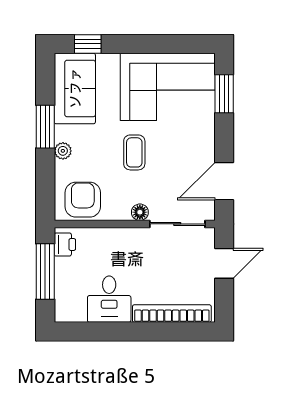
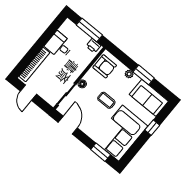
window: (88, 44) -> (152, 128), moved
door: (224, 263) -> (28, 93), moved

